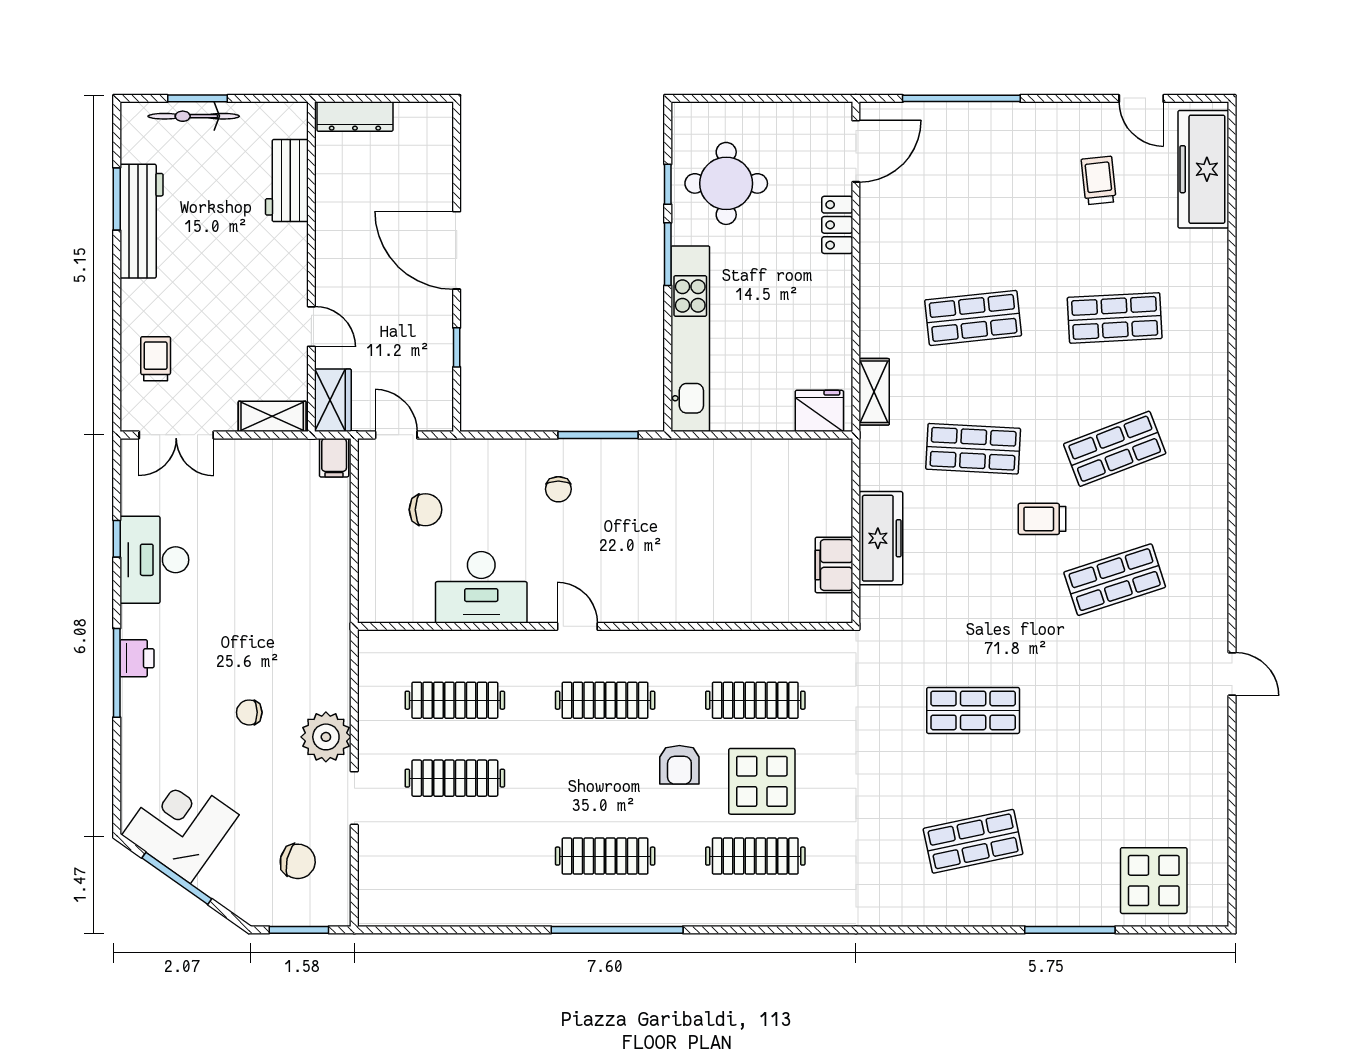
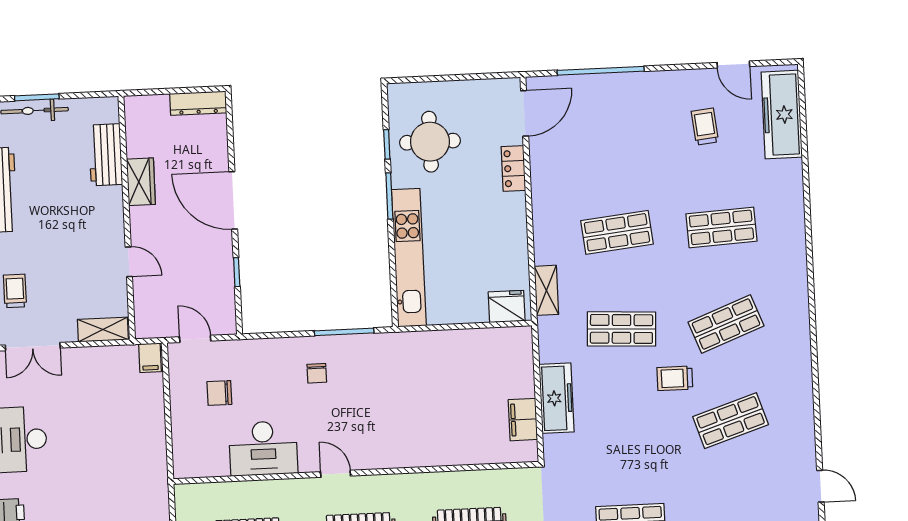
dresser: (355, 117) -> (198, 103), moved
wardrobe: (333, 400) -> (141, 182), moved
chair: (425, 510) -> (219, 393), turned 180

